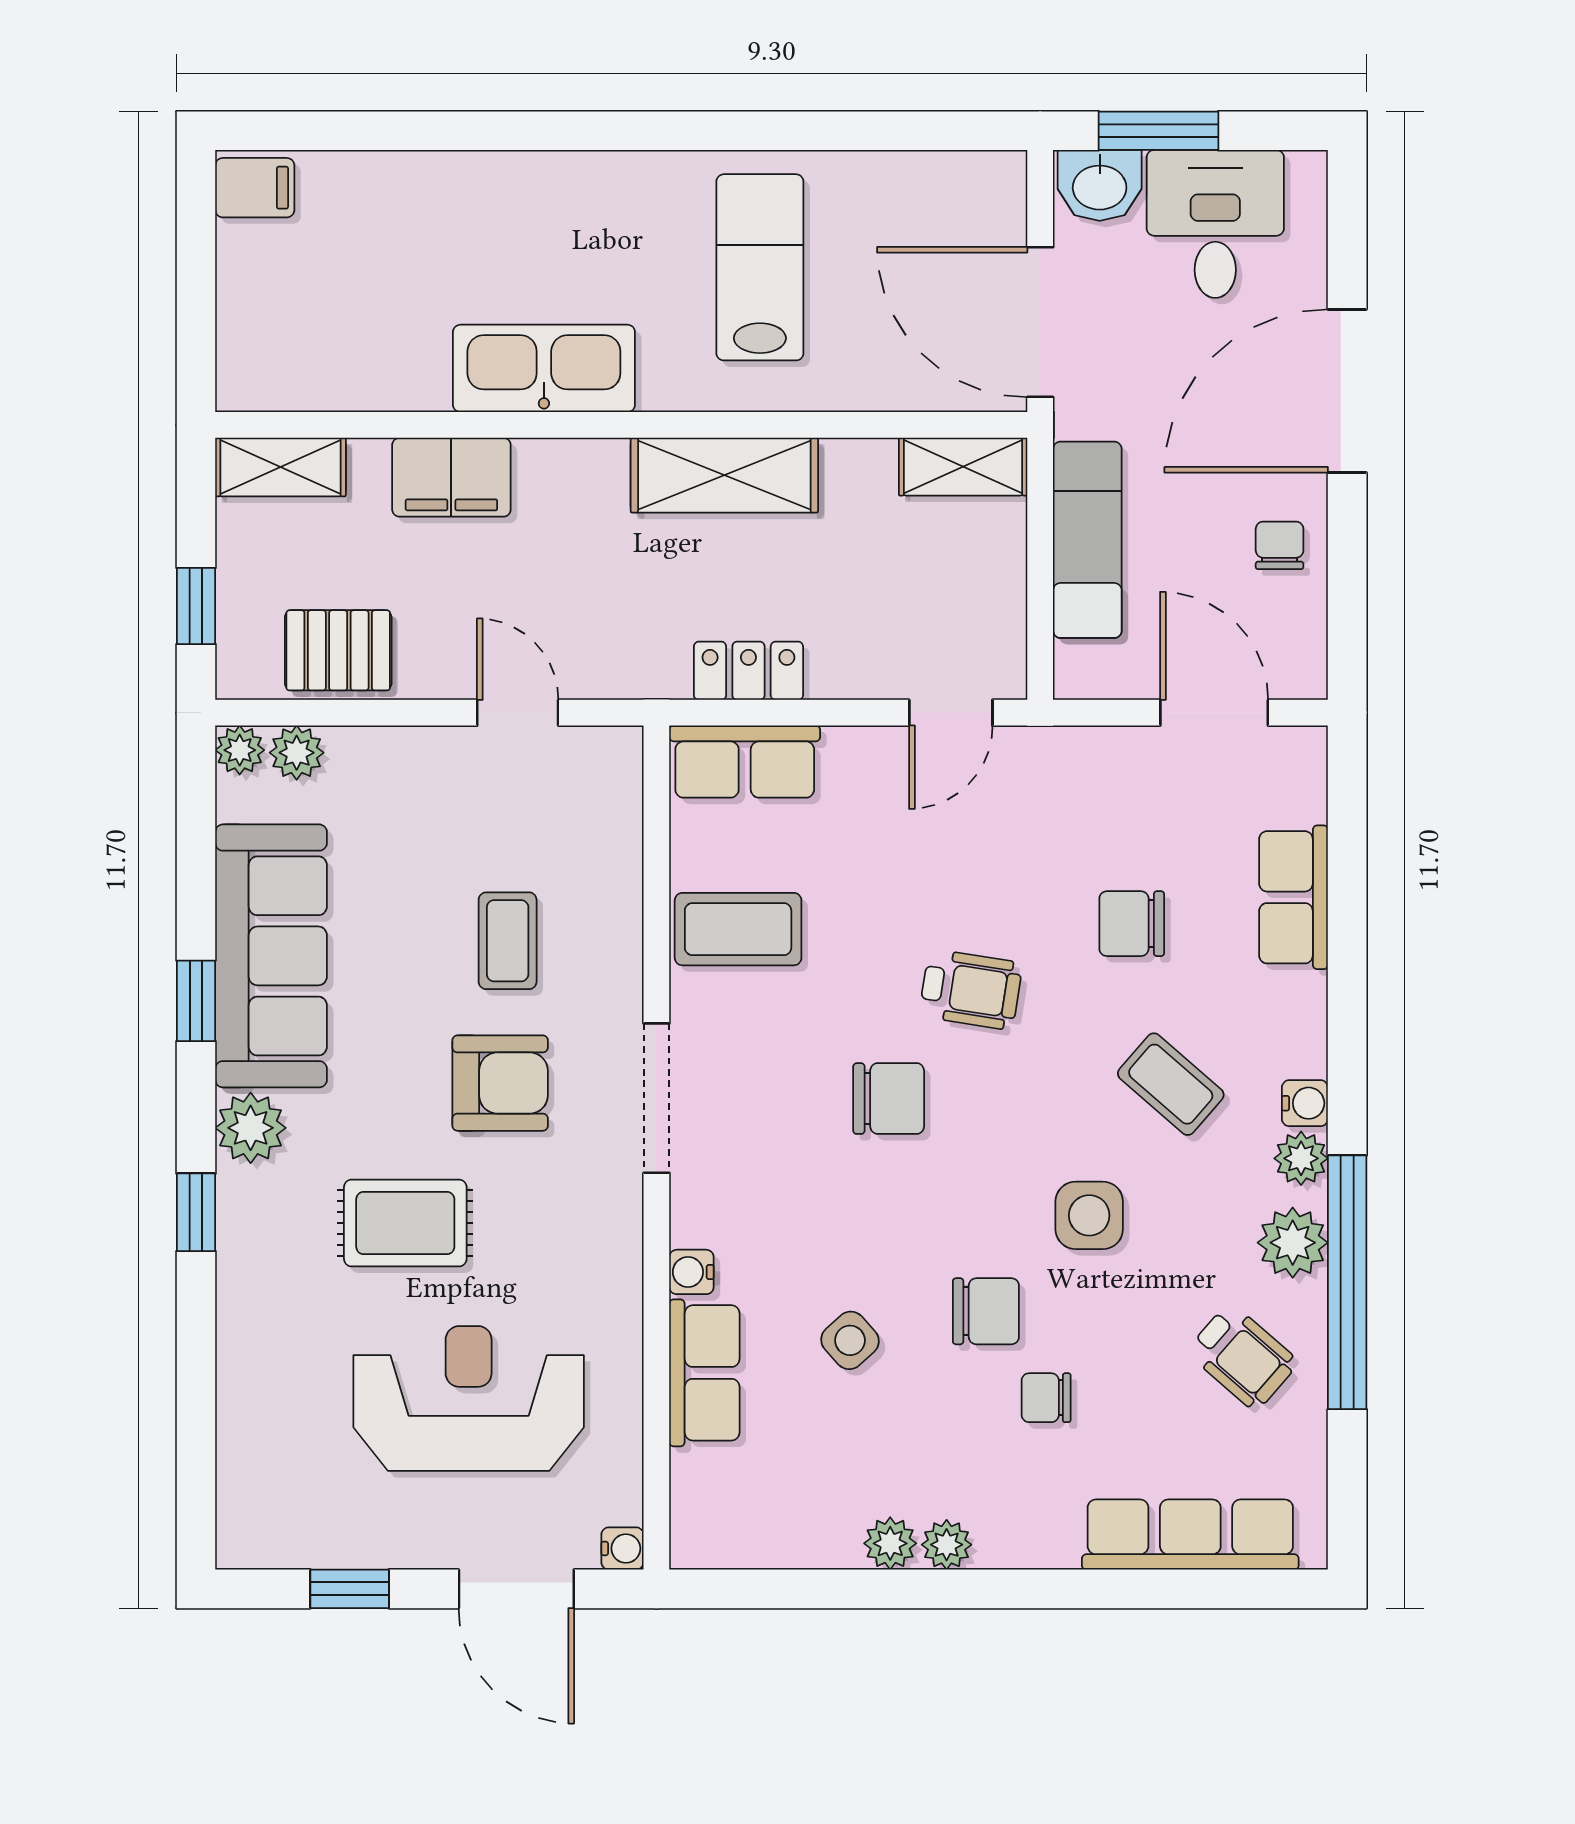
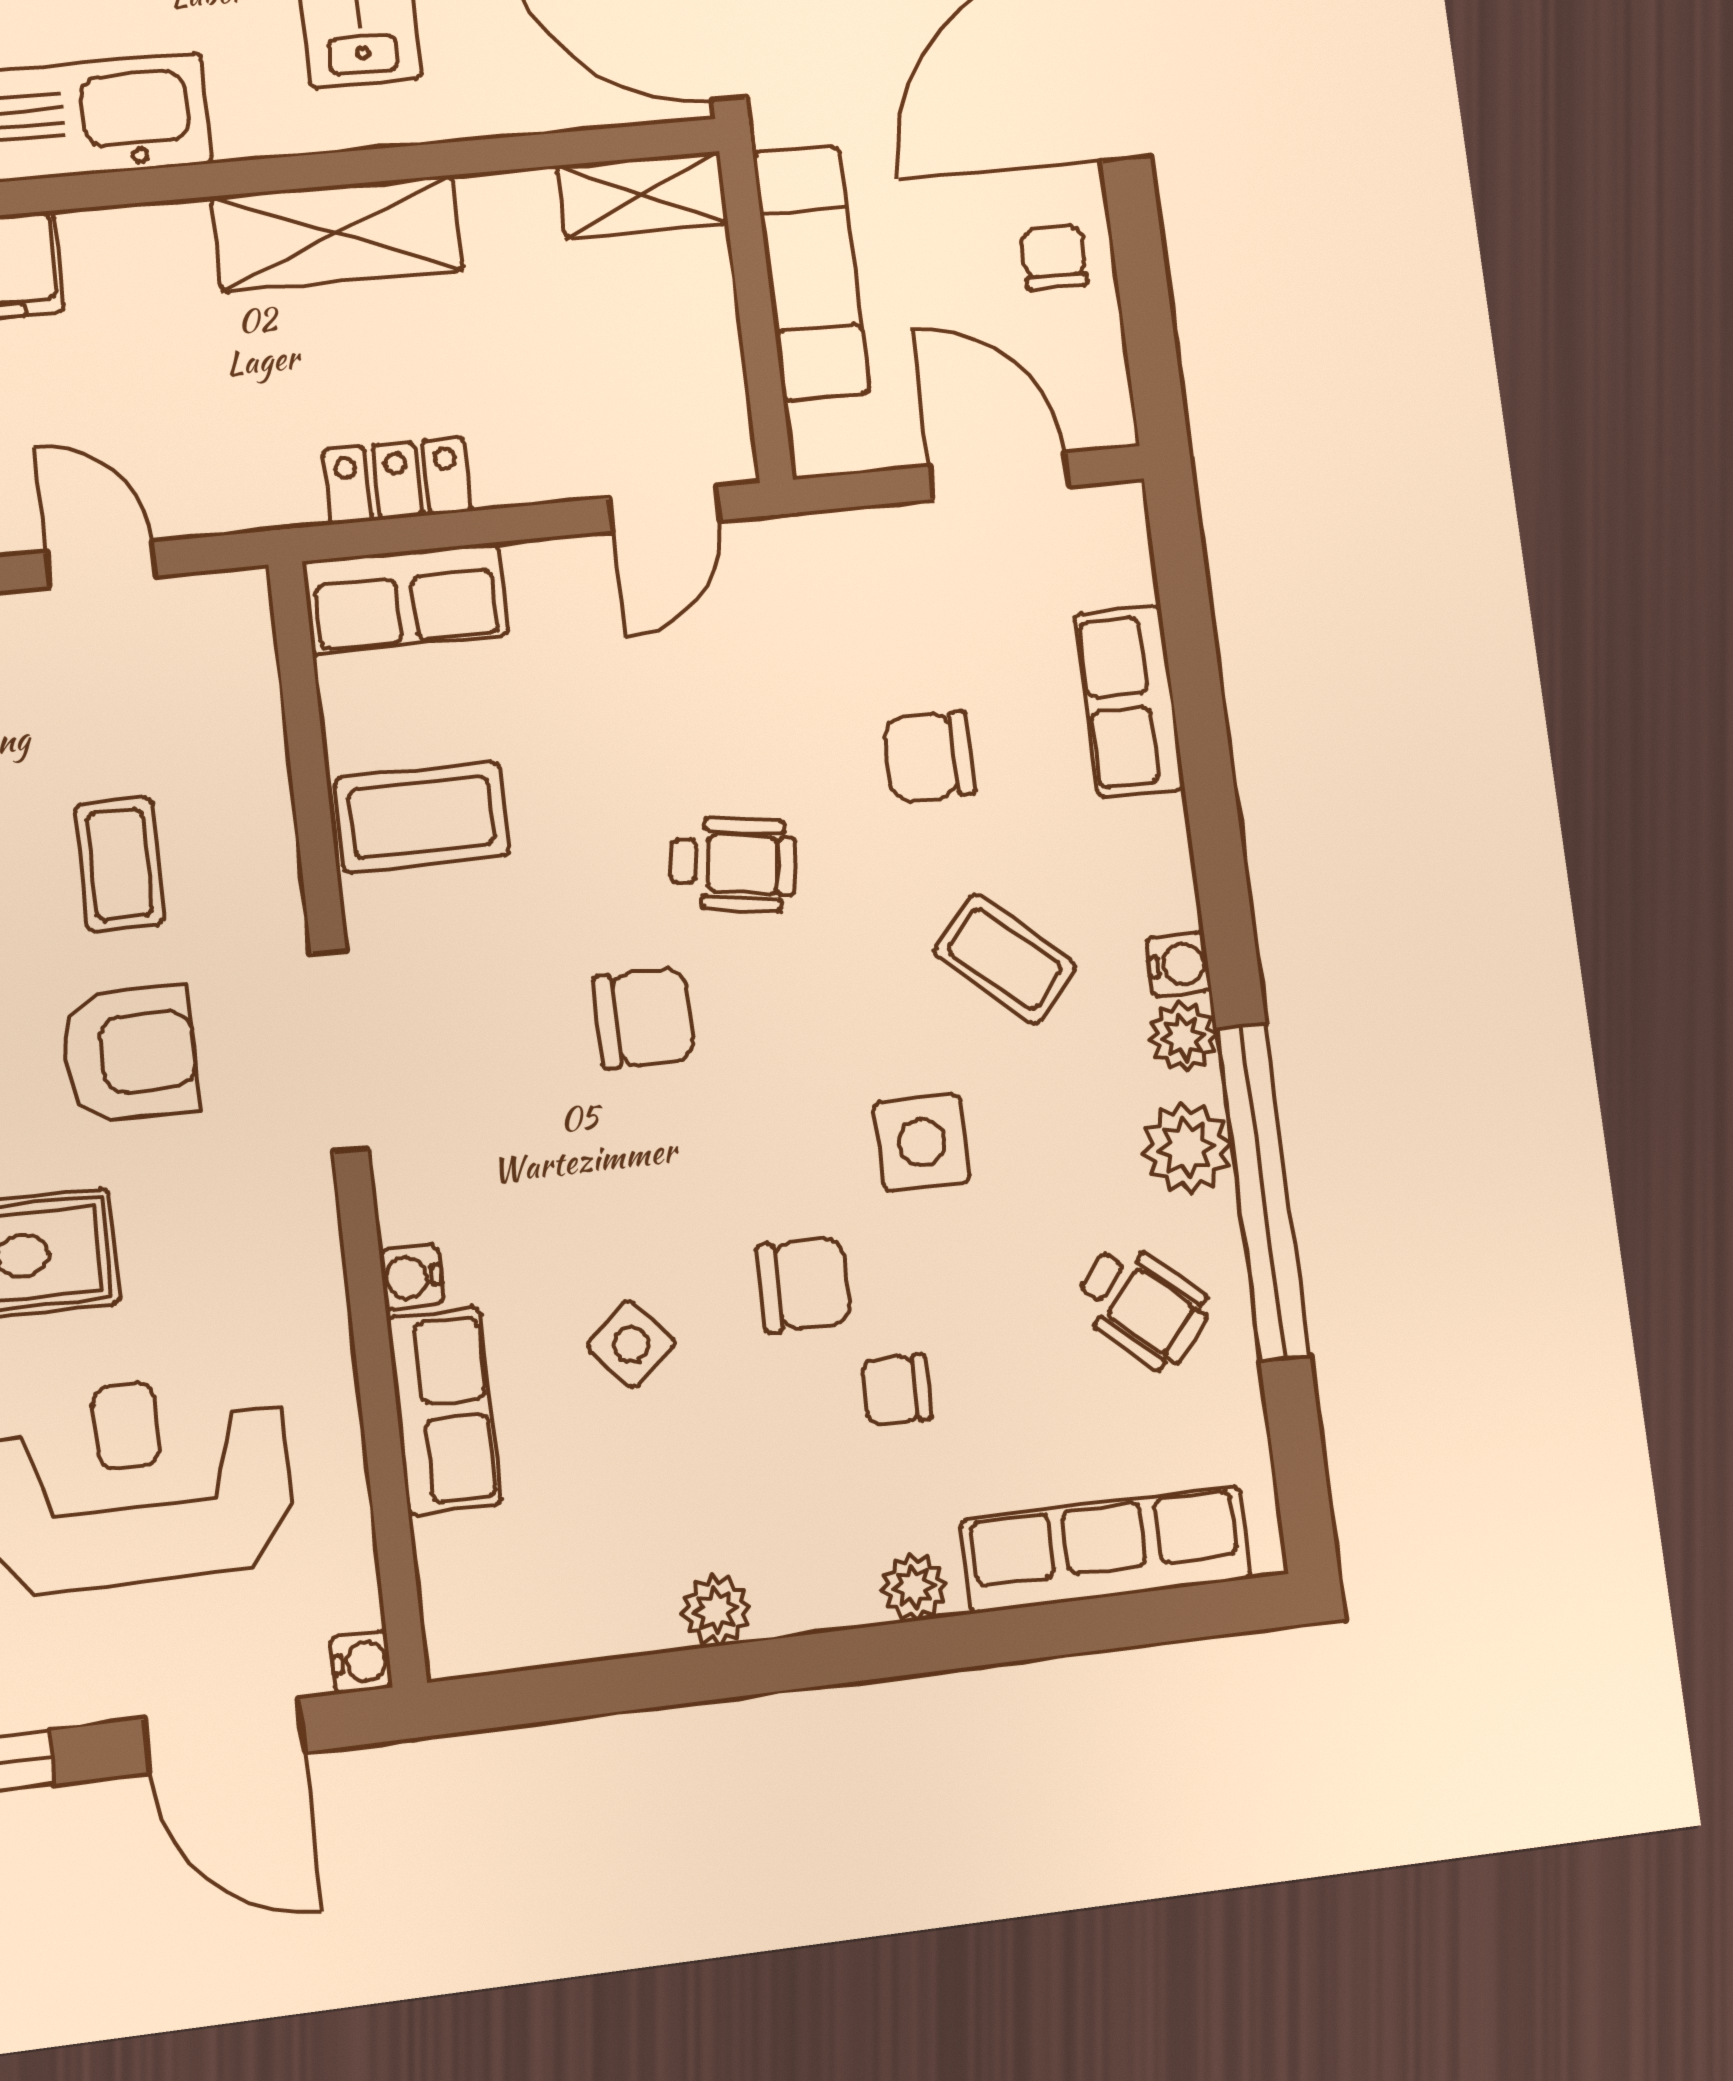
plant: (947, 1545) -> (914, 1587), moved

